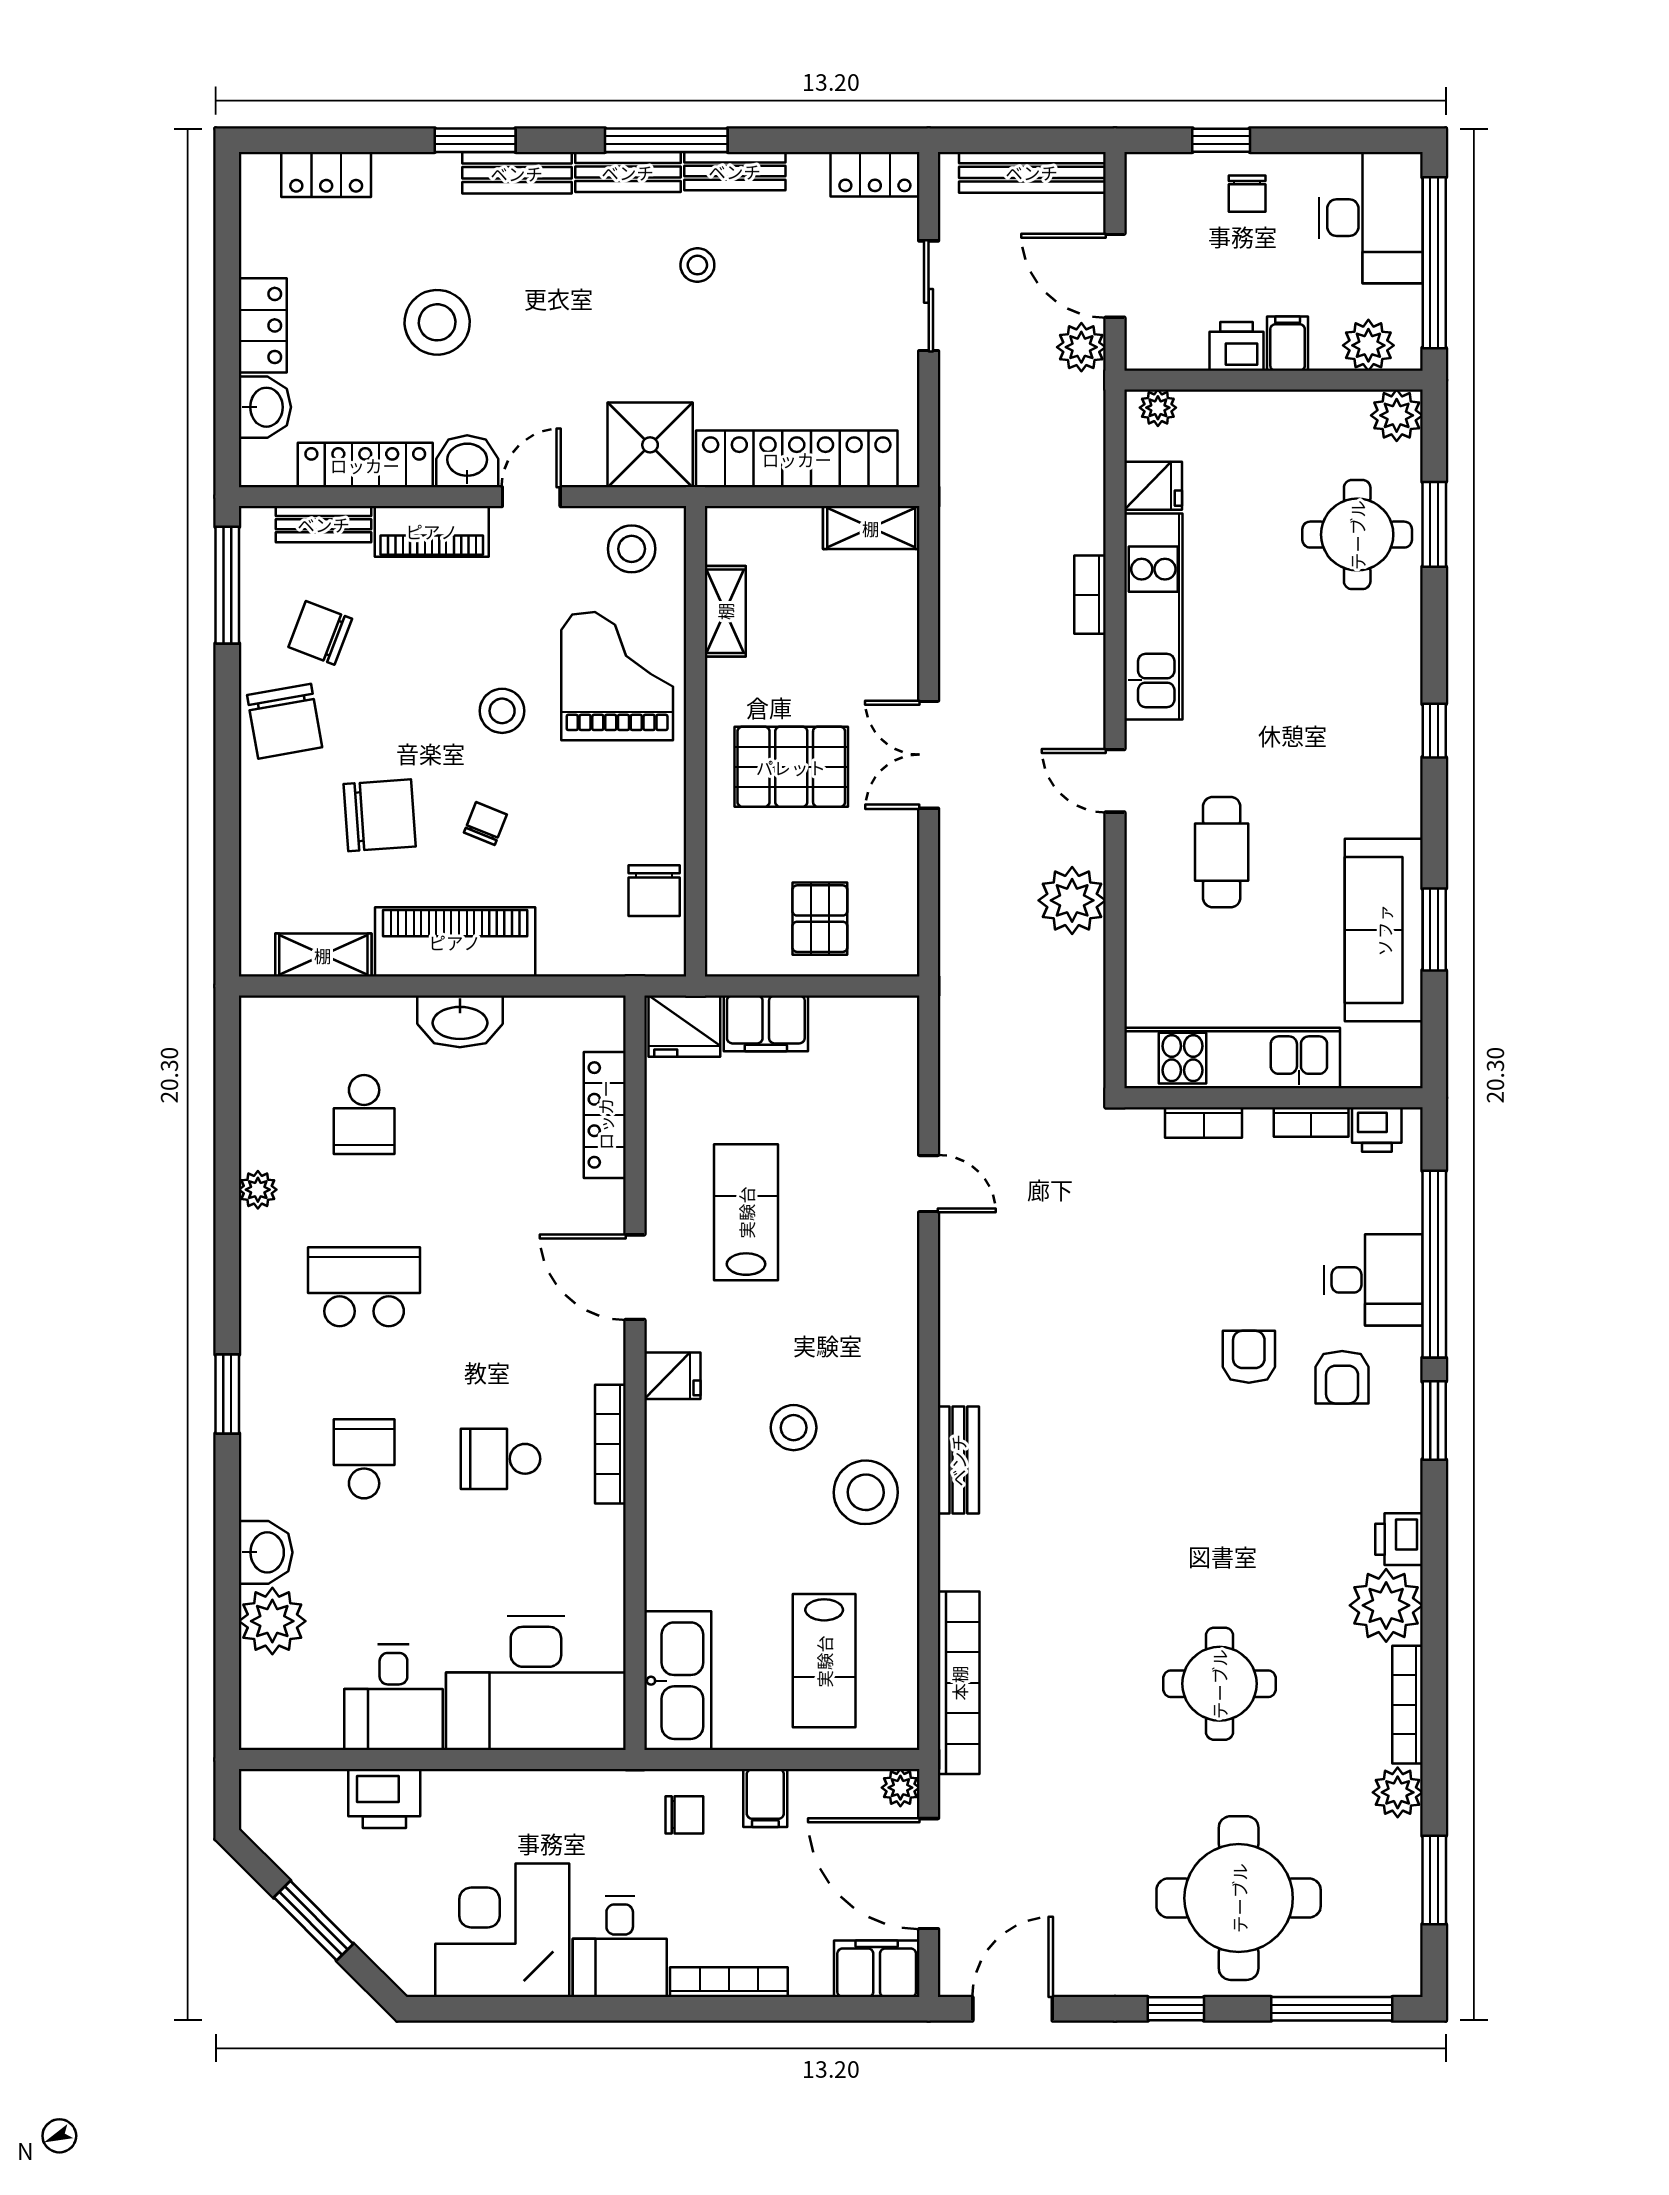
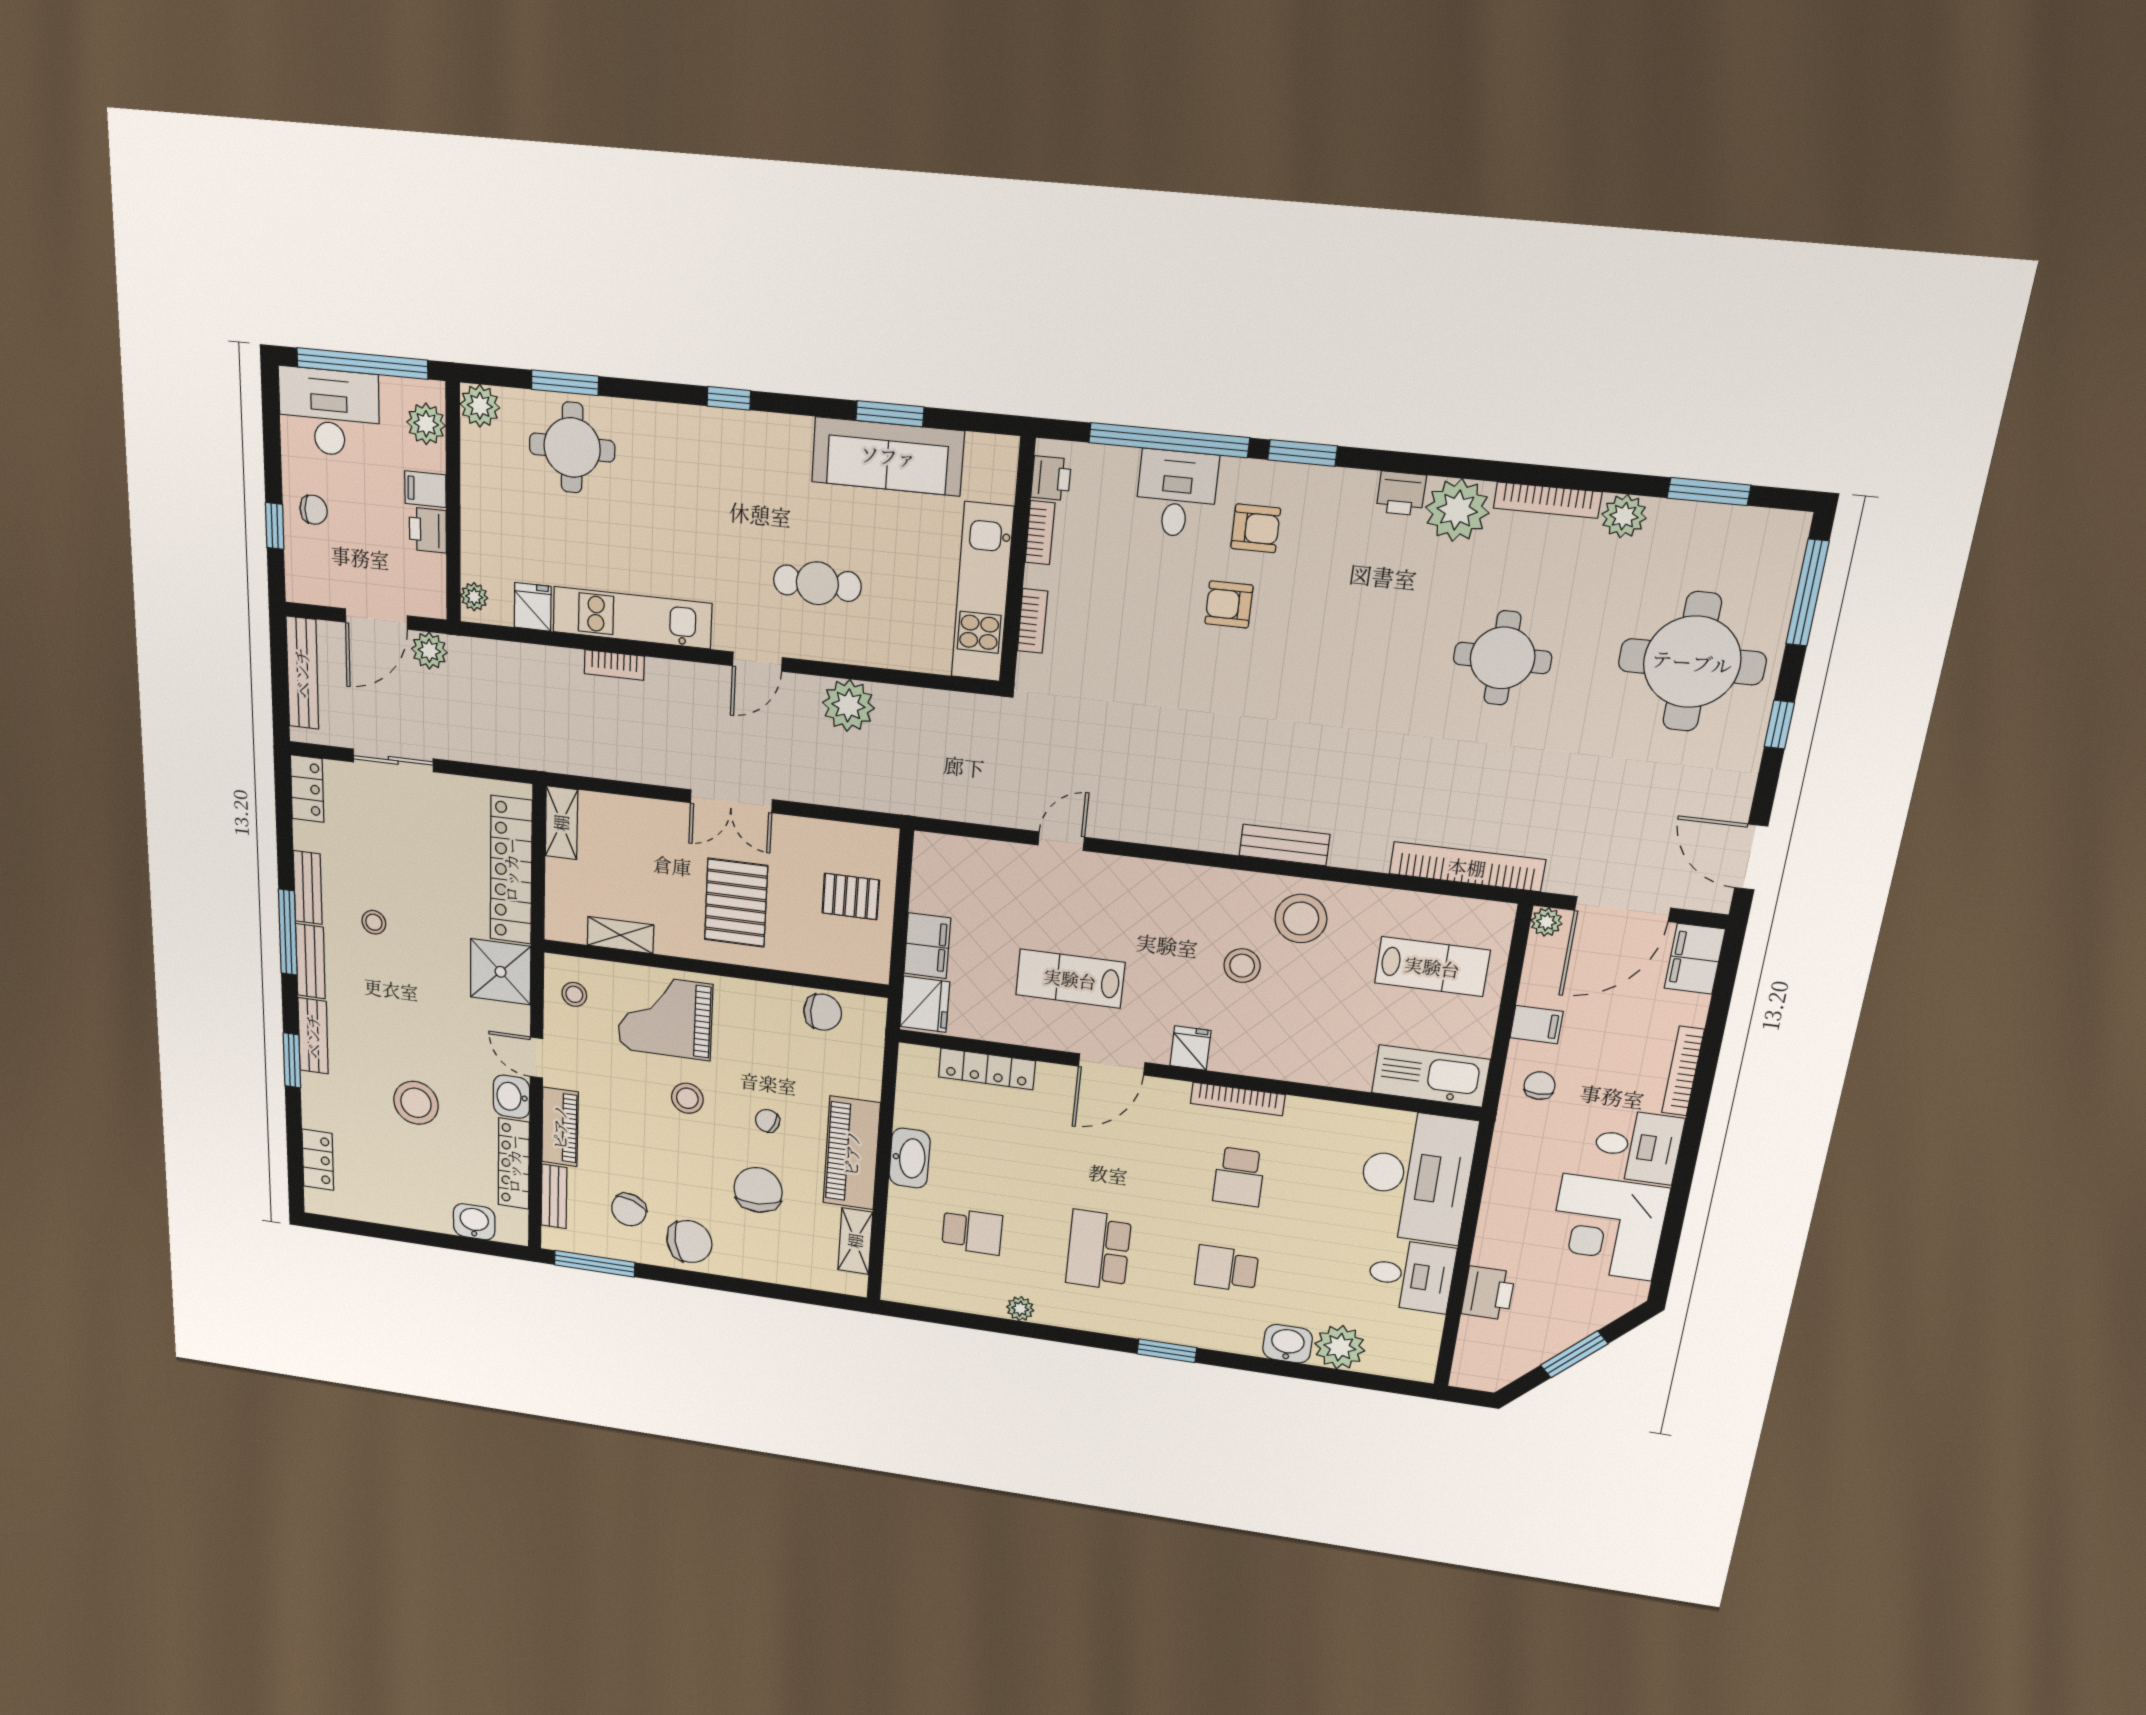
locker: (263, 325) -> (419, 1215), removed
stool: (632, 549) -> (574, 994), width x0.73, depth x0.73

